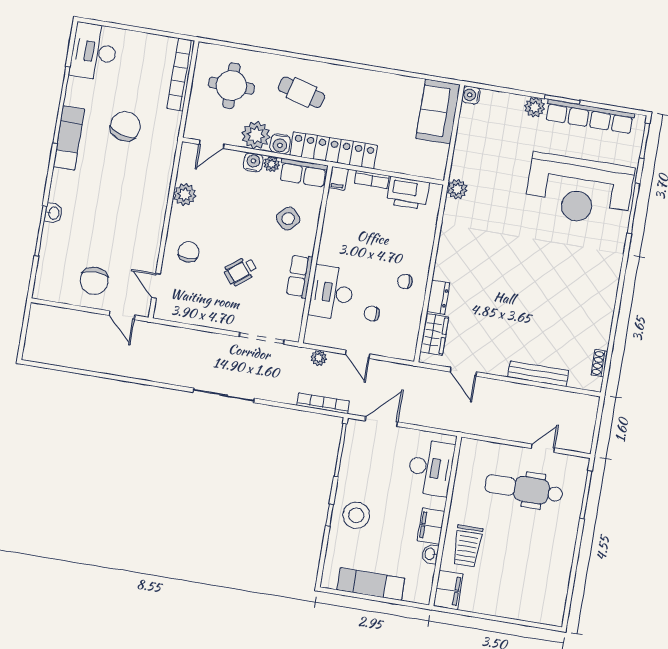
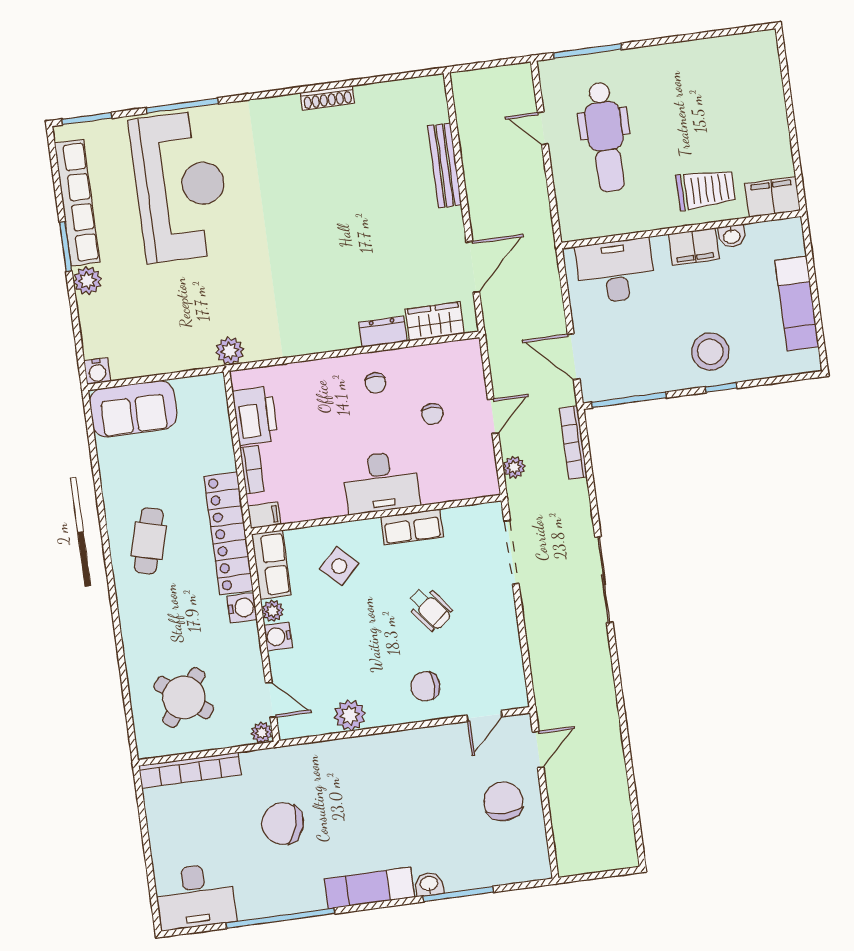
round table: (231, 86) -> (184, 697), turned 38
cafe table: (301, 92) -> (149, 541), moved
plant: (256, 135) -> (262, 733), moved, width x0.53, depth x0.53
exam couch: (69, 138) -> (369, 888), moved
chair: (94, 281) -> (503, 801), turned -90
desk: (332, 293) -> (381, 482), moved
shoe rack: (599, 363) -> (327, 98), moved, width x1.43
door: (463, 372) -> (473, 267), width x1.38

